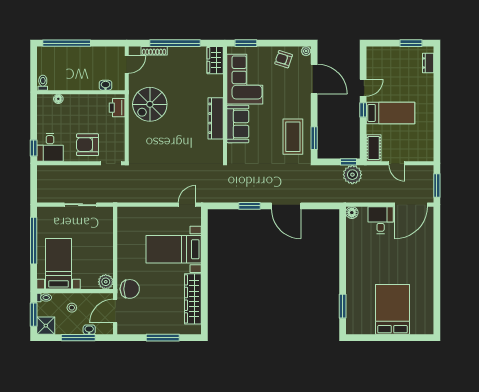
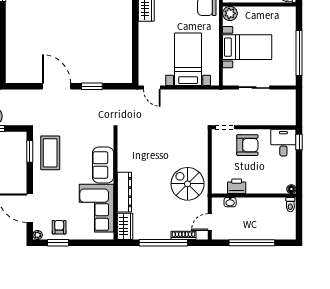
window: (67, 43) -> (252, 243), moved
window: (246, 43) -> (58, 243), moved
armchair: (284, 59) -> (59, 227), turned -108
floor lamp: (58, 99) -> (291, 189), moved
spiral stairs: (150, 104) -> (188, 184), turned -90
printer: (117, 108) -> (237, 186), moved, turned -90
dresser: (216, 118) -> (124, 192), moved
door: (187, 205) -> (152, 88), hinge flipped
bed with nightstands: (174, 249) -> (188, 59), moved, turned -90
bed with nightstands: (58, 264) -> (247, 47), moved, turned -90

